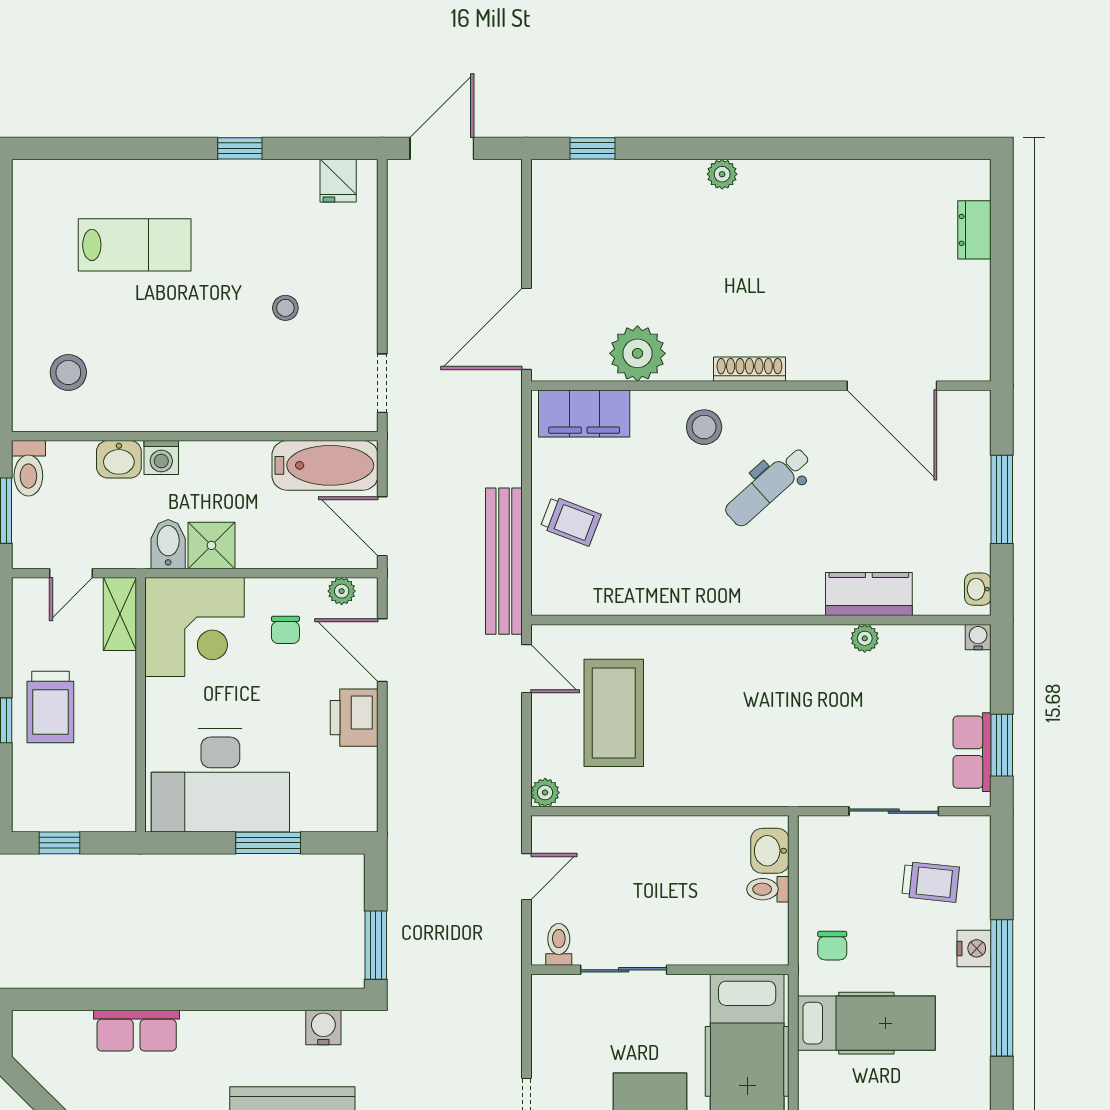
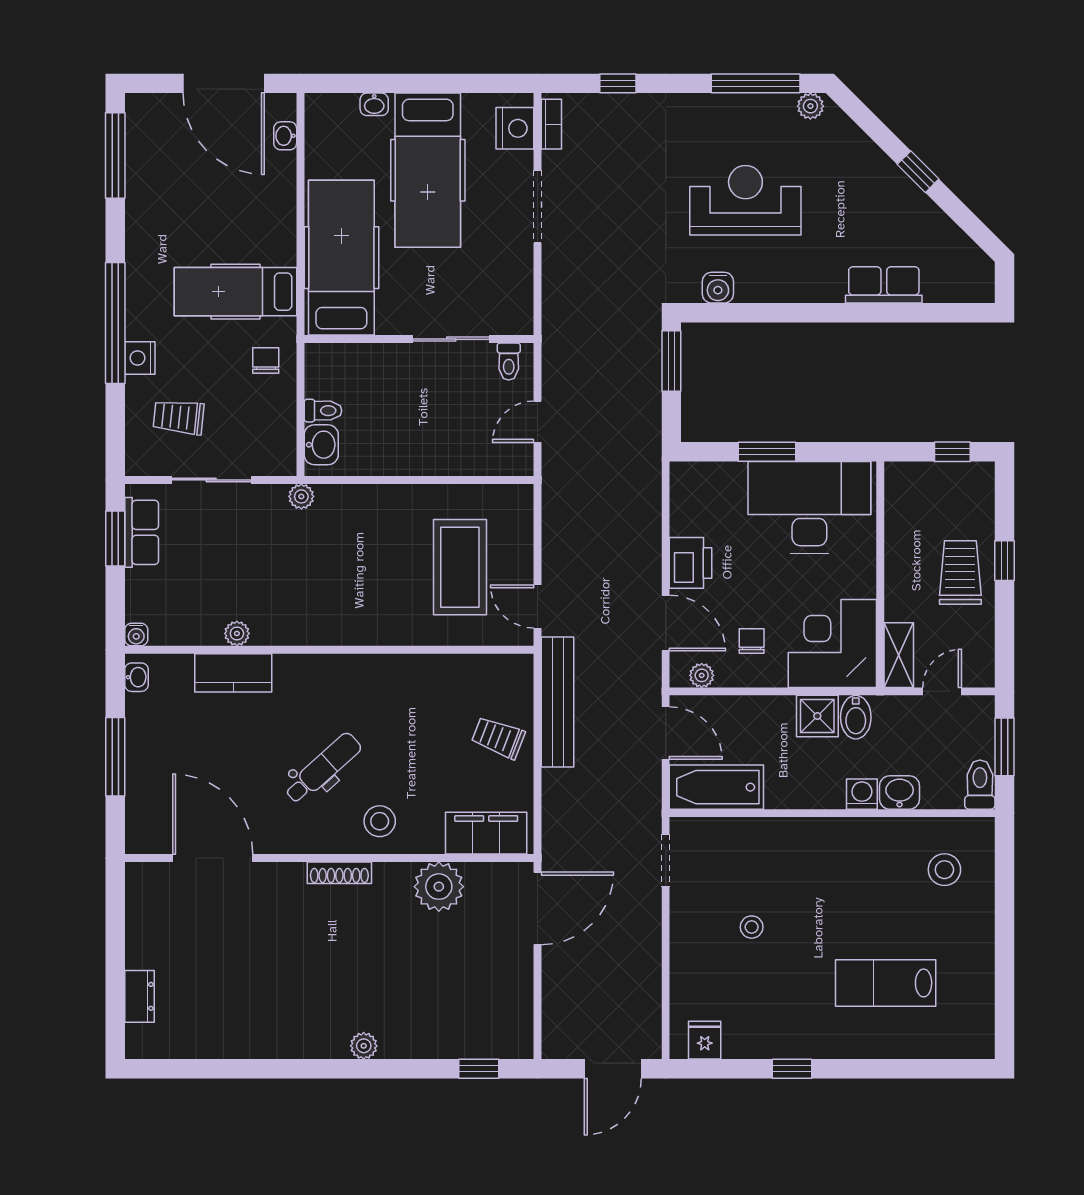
plant: (545, 793) -> (301, 496), moved

